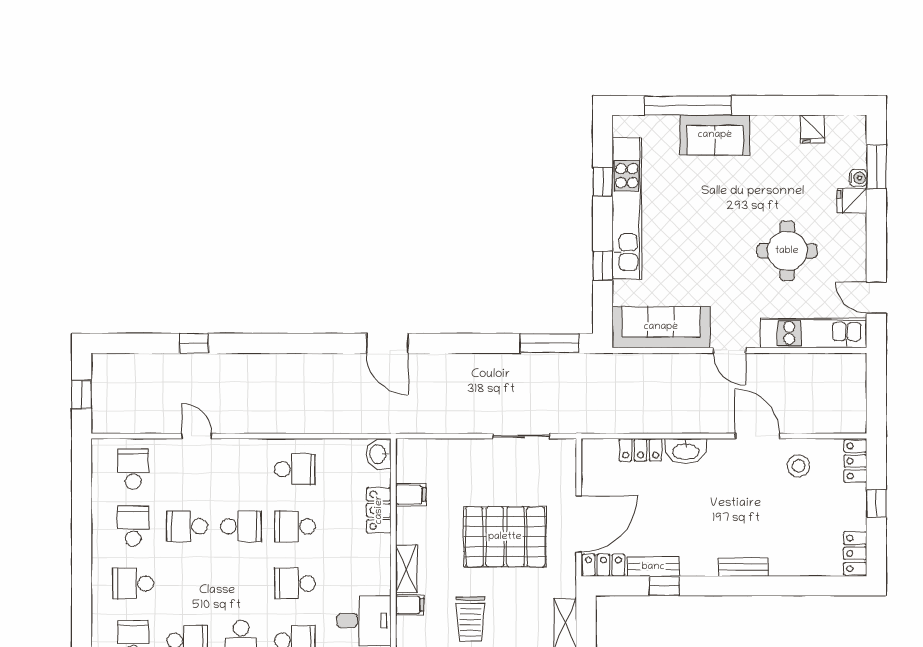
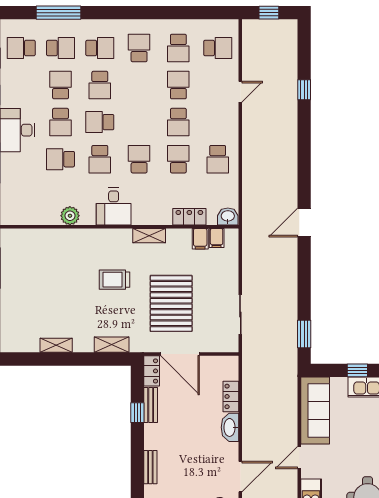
window: (550, 343) -> (304, 334), width x0.69
school desk: (133, 526) -> (178, 48), turned 90
filing cabinet: (410, 605) -> (217, 238), moved

